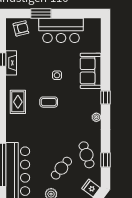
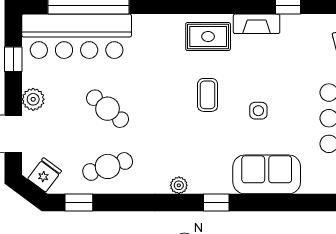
fireplace: (11, 63) -> (257, 24), moved
window: (106, 160) -> (79, 203), moved
cafe table: (61, 168) -> (107, 109), moved

